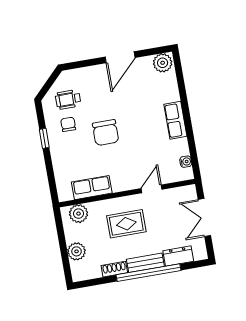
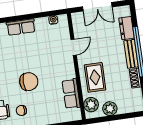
door: (152, 189) -> (74, 47), swing flipped
rug: (126, 224) -> (95, 77), moved
plant: (76, 251) -> (110, 109), moved

